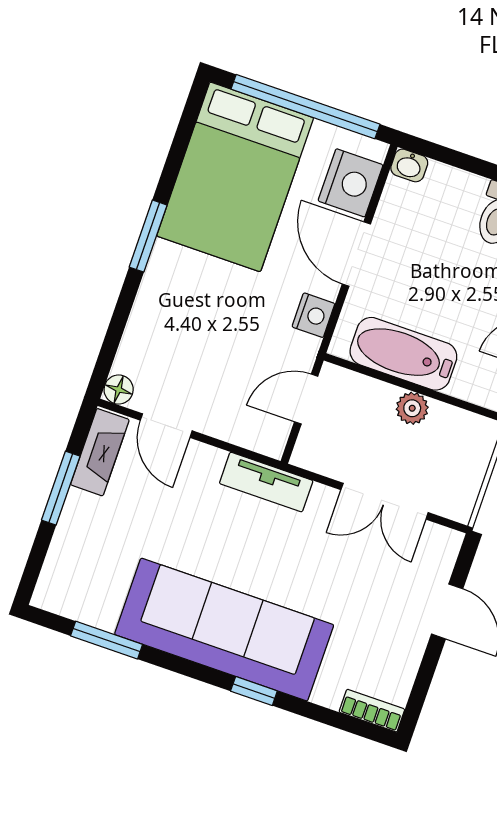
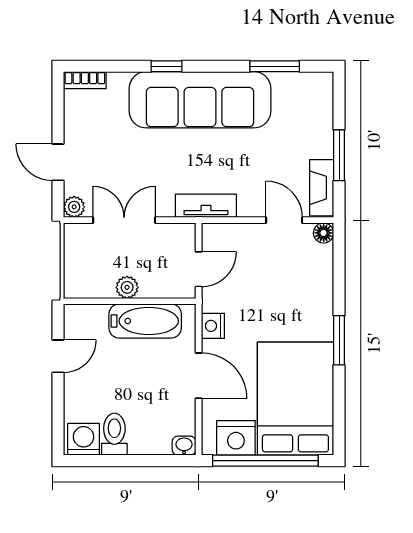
nightstand: (350, 183) -> (236, 438), moved, turned -90
plant: (446, 543) -> (74, 207), added

